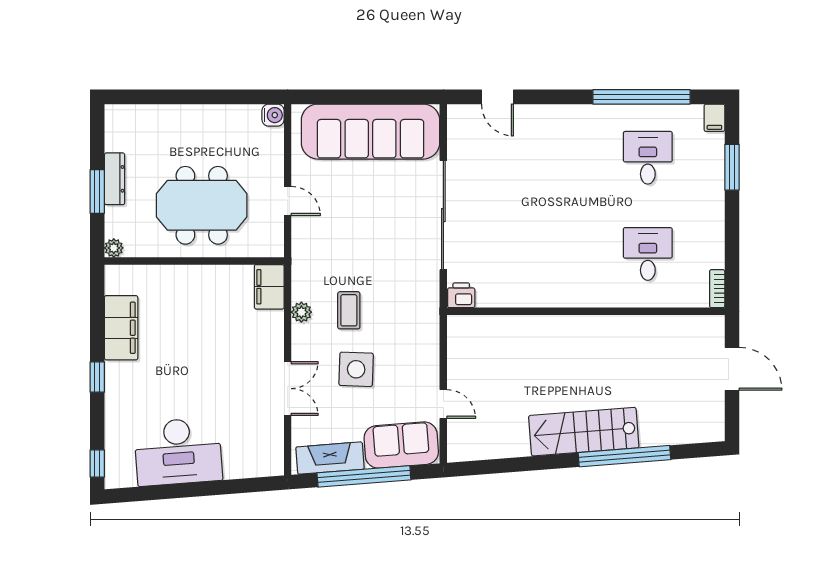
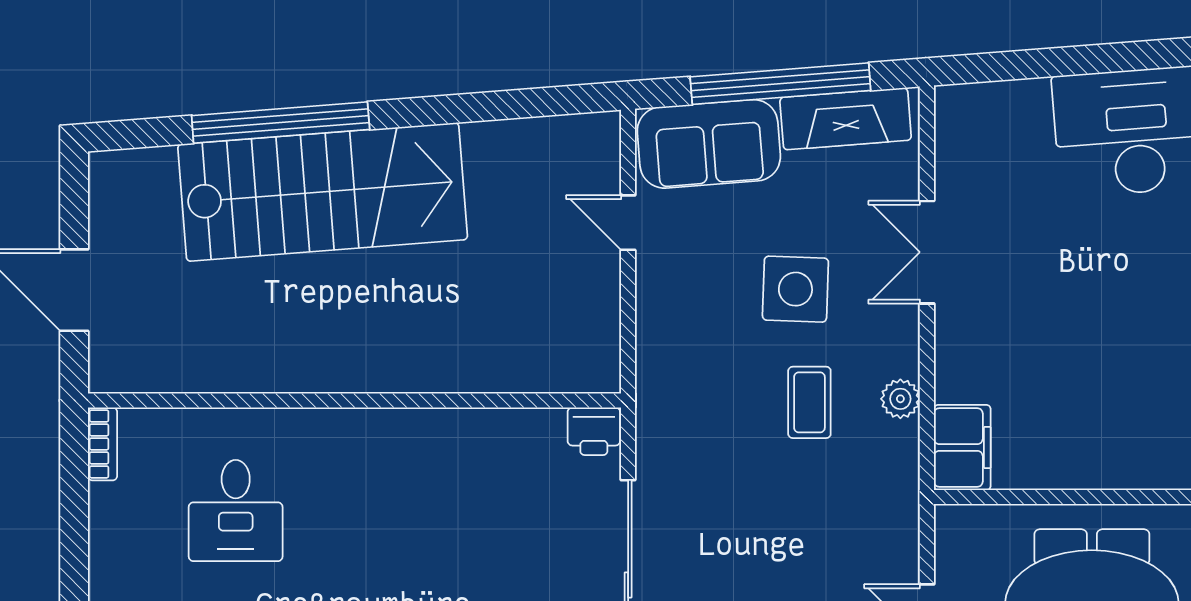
stairs: (584, 432) -> (323, 192), width x1.36, depth x1.51

